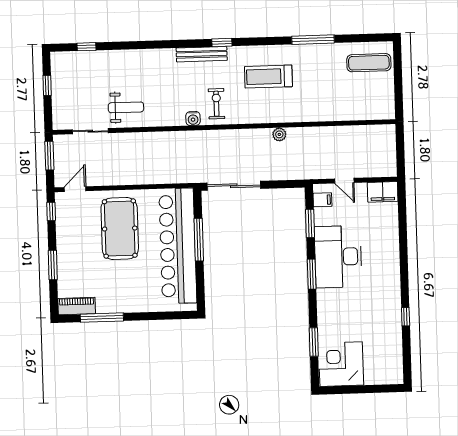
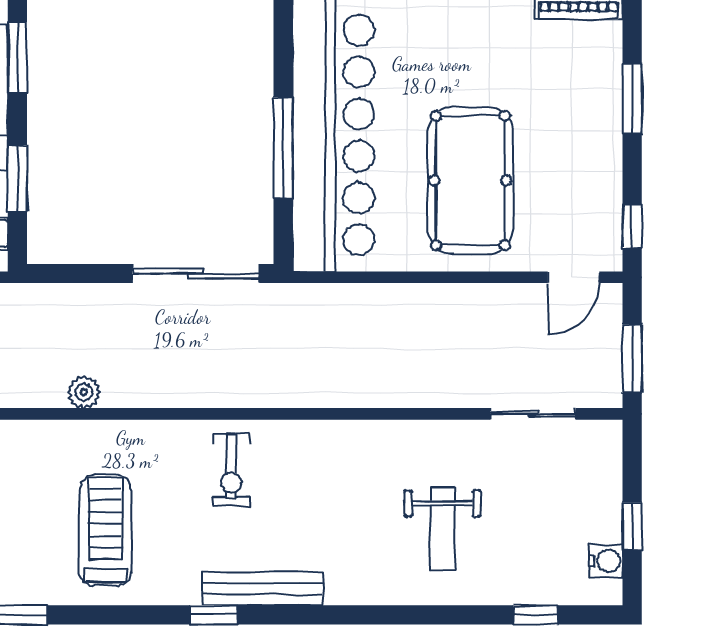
treadmill: (268, 77) -> (105, 530), turned -90
weight bench: (126, 107) -> (442, 529), moved, turned -90
water cooler: (193, 119) -> (606, 561), moved, turned 90

